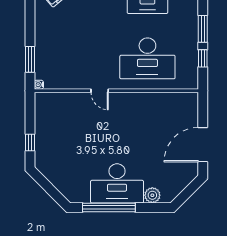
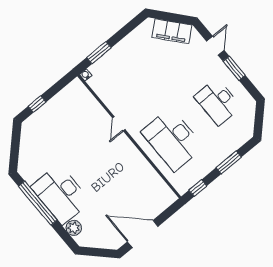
window: (203, 58) -> (198, 188), moved

